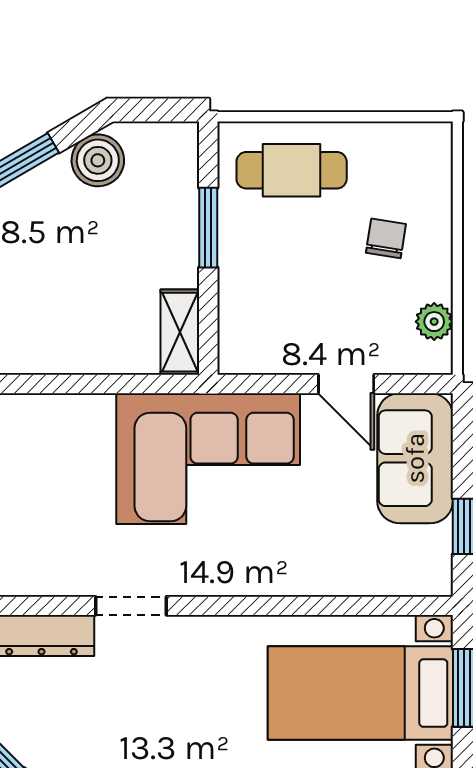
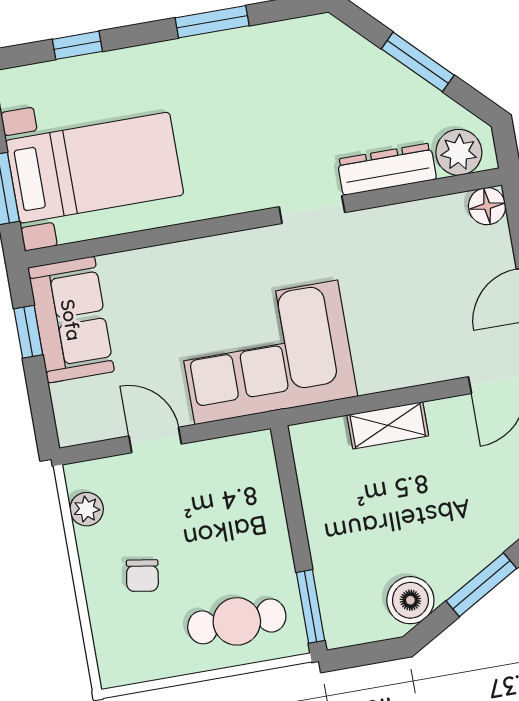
window: (208, 228) -> (310, 606), moved
shelving: (180, 332) -> (388, 425), moved, turned 90
sofa: (415, 458) -> (71, 320), moved

